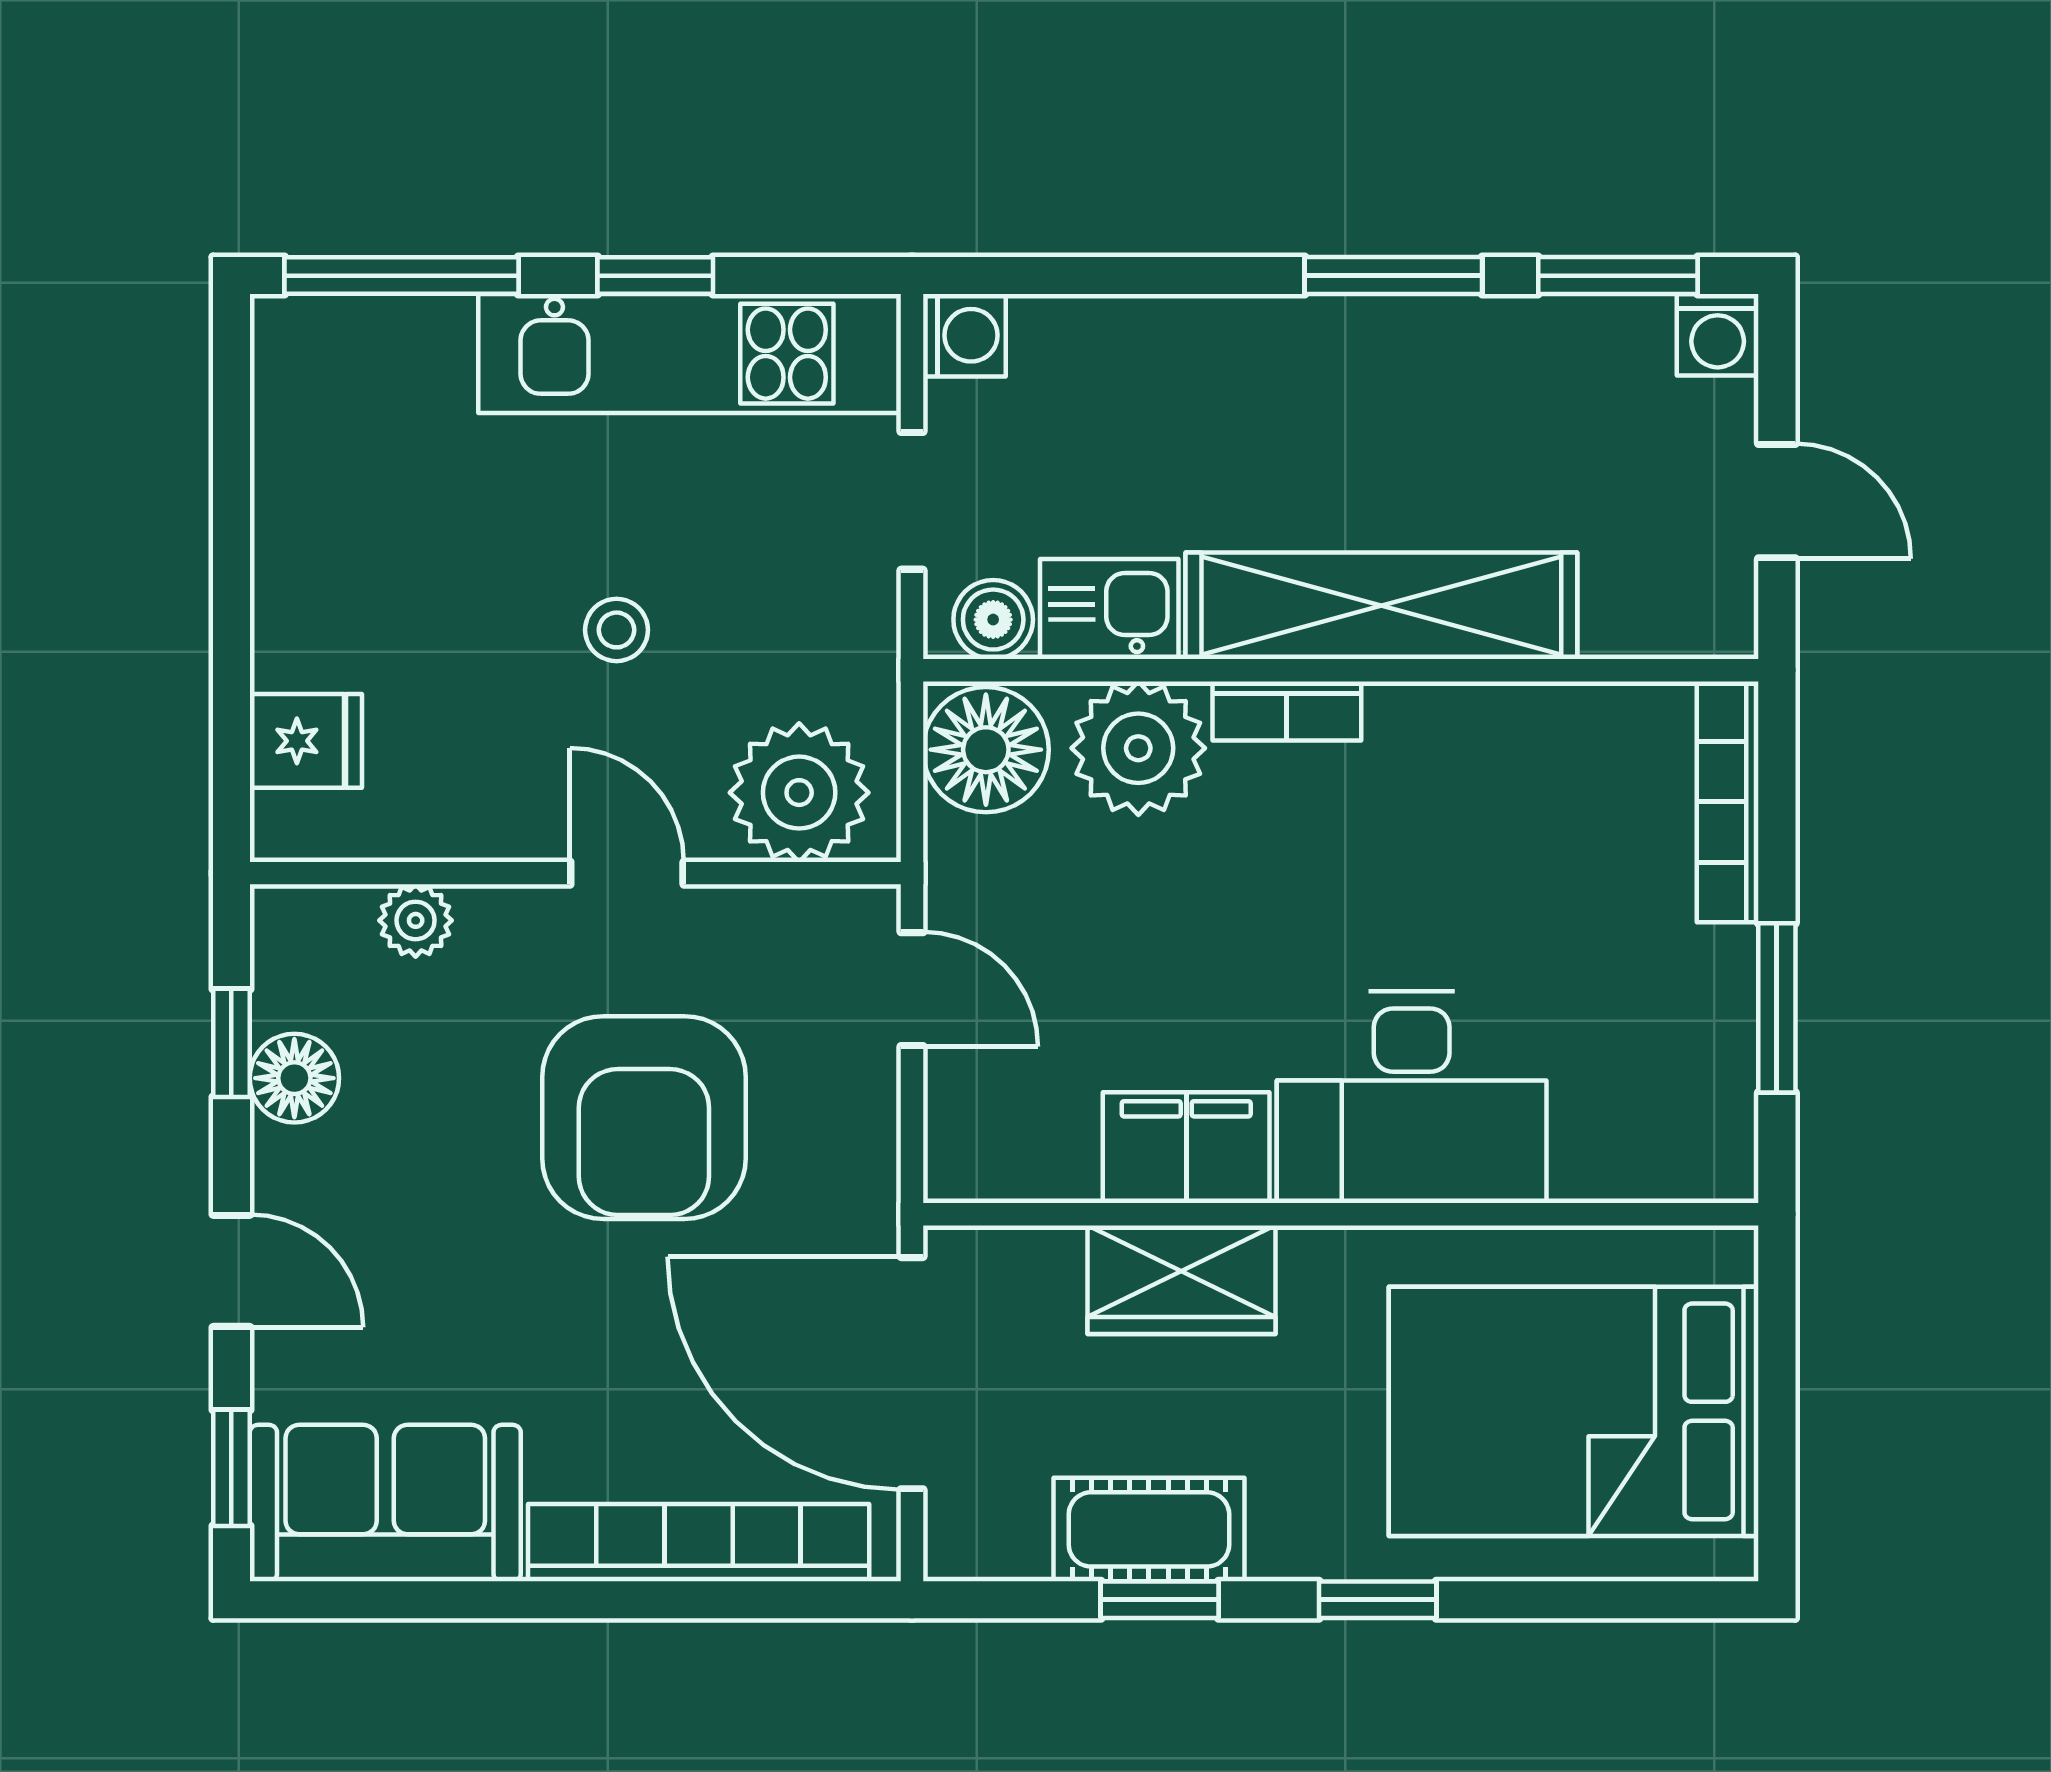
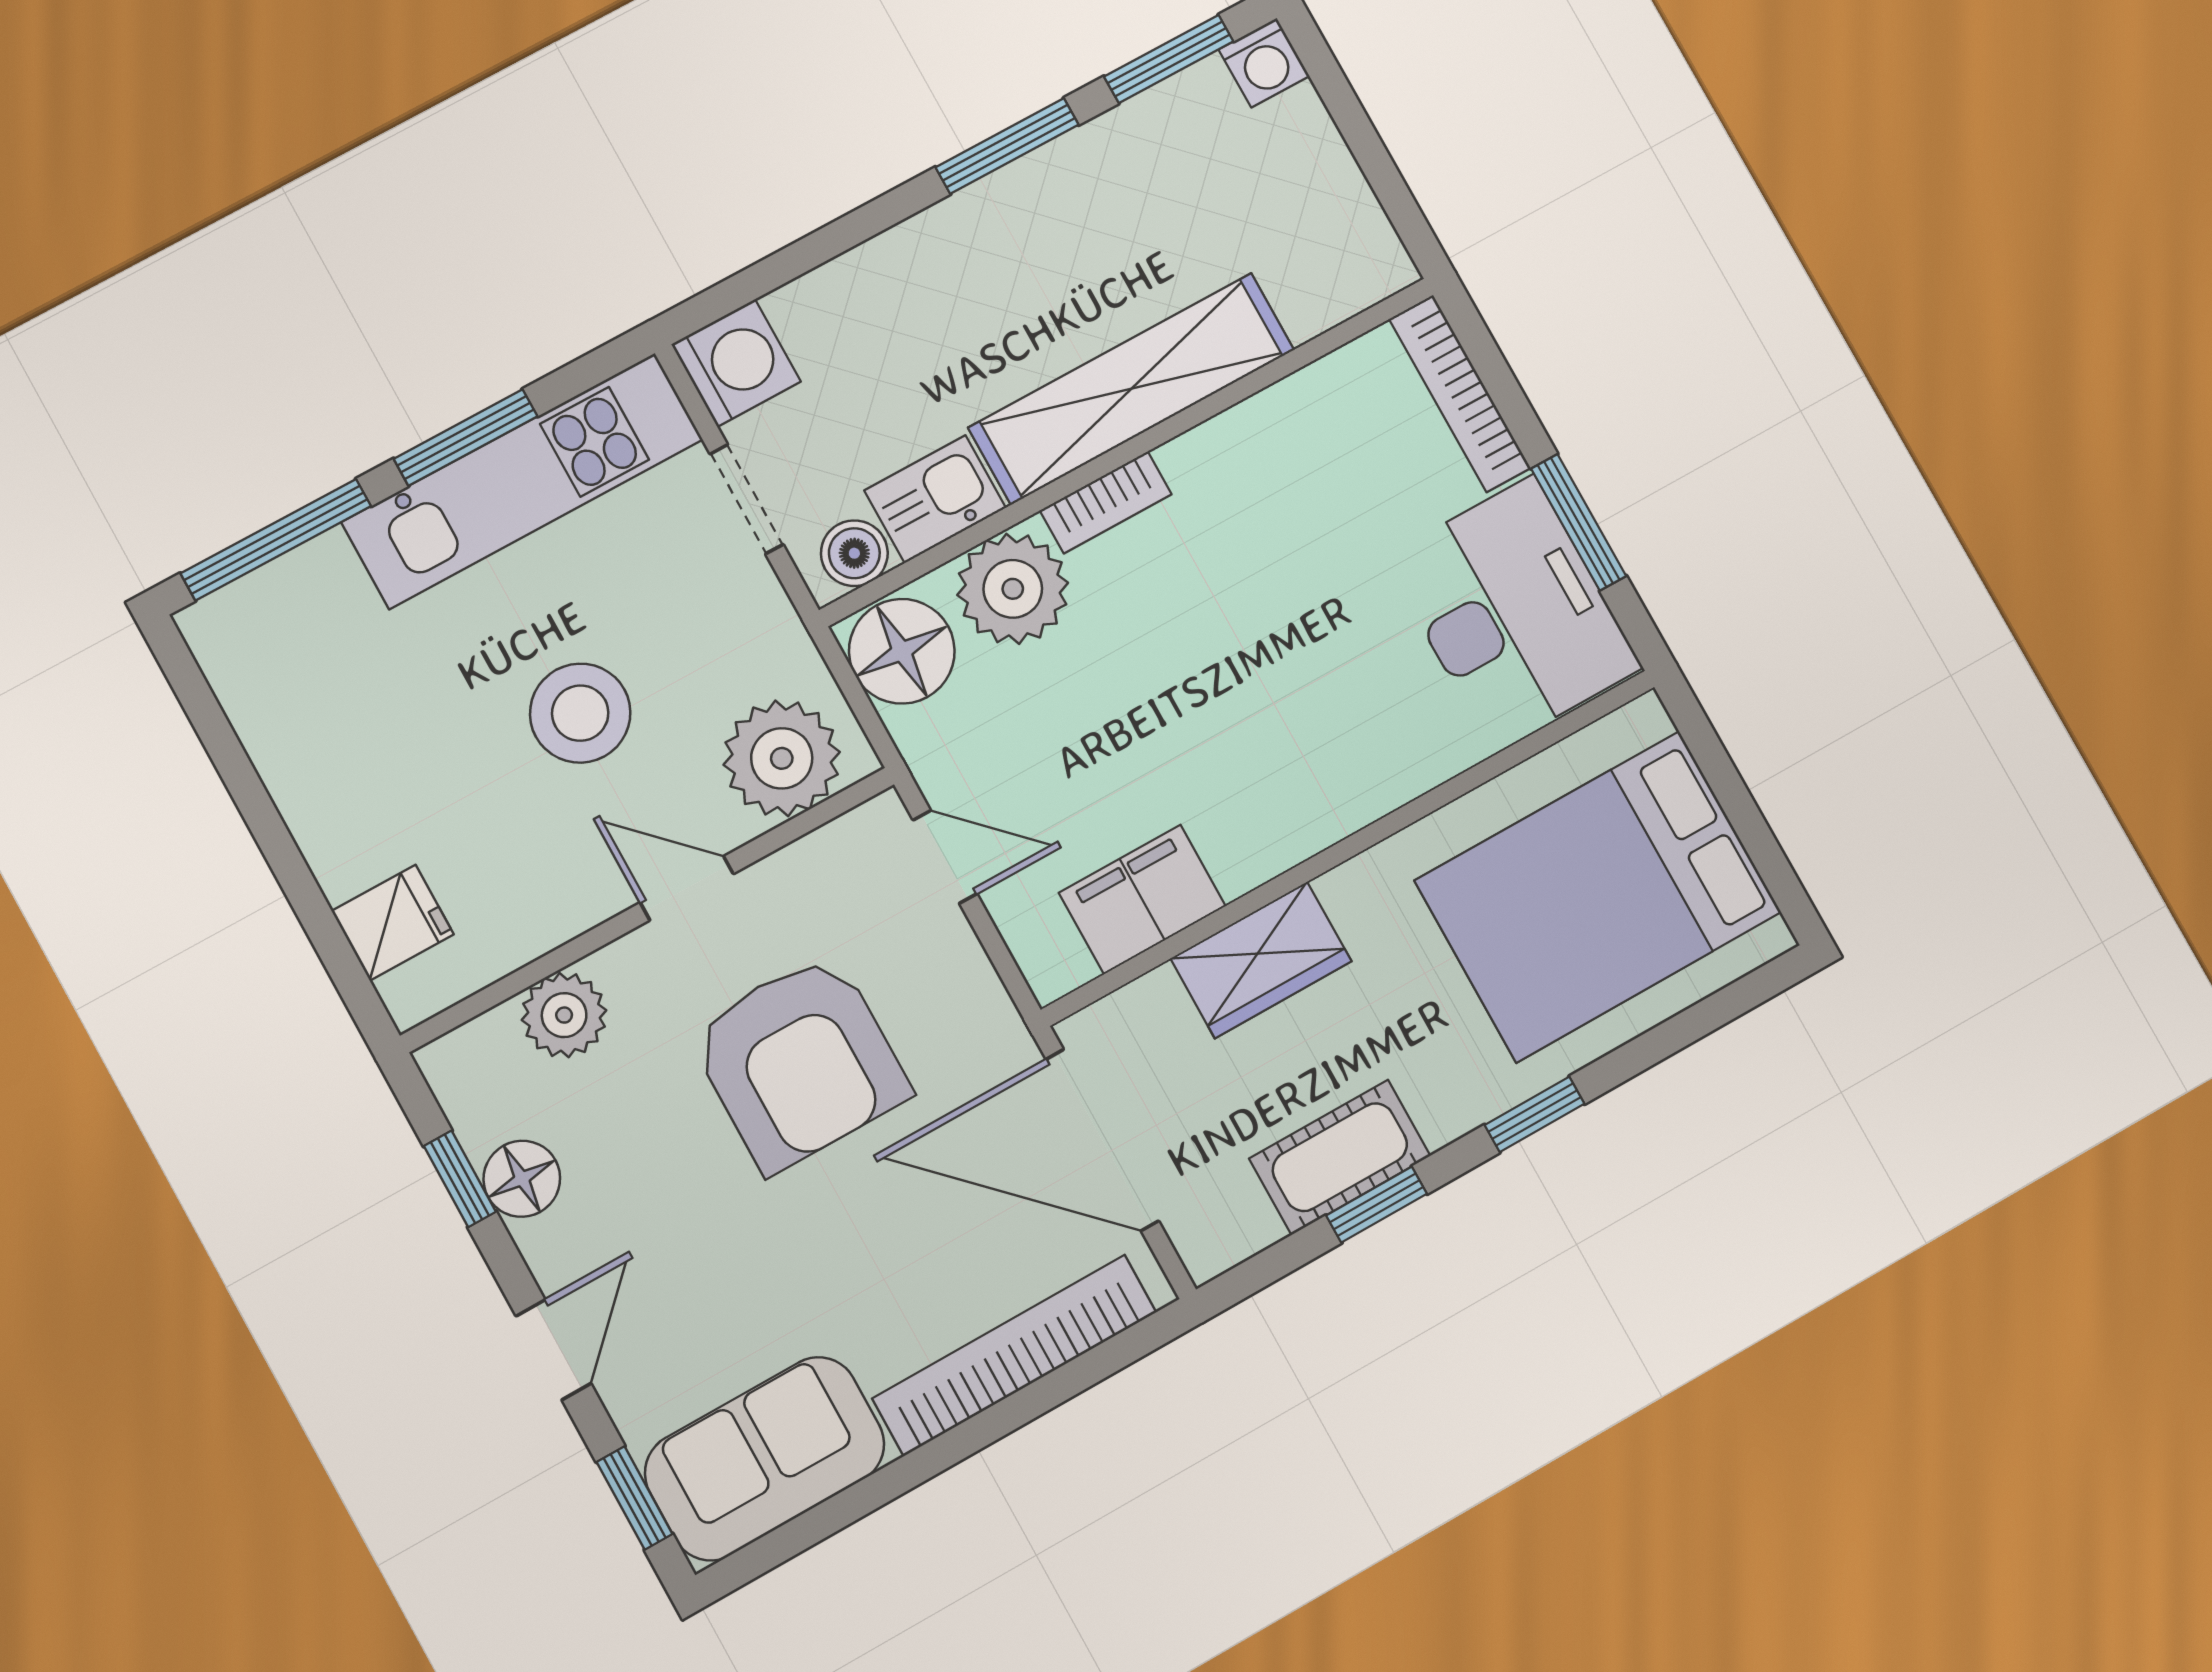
window: (655, 276) -> (465, 438), width x1.50
washing machine: (964, 335) -> (736, 363), width x1.38, depth x1.38
door: (1777, 501) -> (1373, 159), removed
stool: (617, 630) -> (580, 713), width x1.89, depth x1.89
plant: (416, 920) -> (564, 1015), width x1.38, depth x1.38
desk: (1412, 1097) -> (1513, 613), moved, turned -90
filing cabinet: (1186, 1148) -> (1142, 899), moved
door: (231, 1271) -> (553, 1350), hinge flipped

